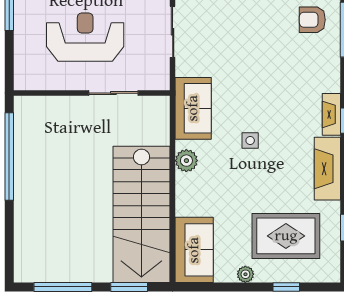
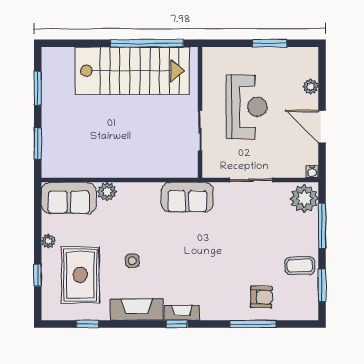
armchair: (312, 20) -> (261, 297), turned 92
side table: (250, 140) -> (132, 261), moved
plant: (186, 161) -> (107, 192), moved
stairs: (141, 214) -> (132, 71), moved, turned 180
window: (63, 287) -> (38, 88), width x0.69

